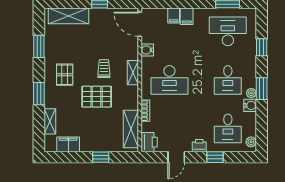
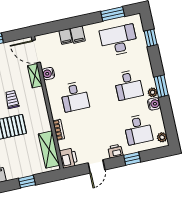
window: (262, 47) -> (151, 38), moved
shelving: (133, 73) -> (35, 76), moved
desk: (169, 80) -> (75, 97), width x0.73

